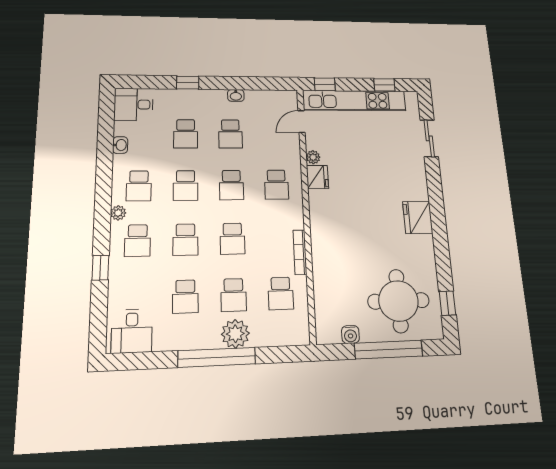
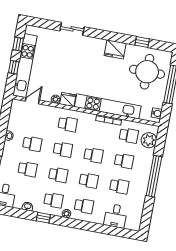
window: (325, 84) -> (14, 67), moved
door: (302, 121) -> (32, 101), swing flipped
sliding door: (429, 138) -> (72, 29), moved
fridge: (418, 217) -> (115, 49), moved
kitchen unit: (323, 246) -> (108, 106), added
window: (100, 268) -> (43, 218), moved
window: (447, 303) -> (142, 42), moved
desk: (132, 331) -> (116, 216), moved, turned 90
plant: (235, 334) -> (149, 140), moved
water cooler: (350, 334) -> (157, 113), moved

